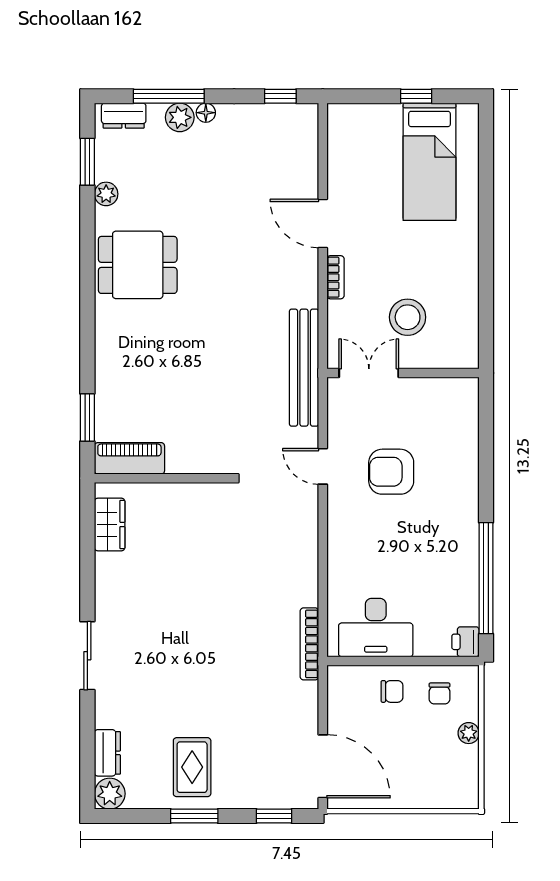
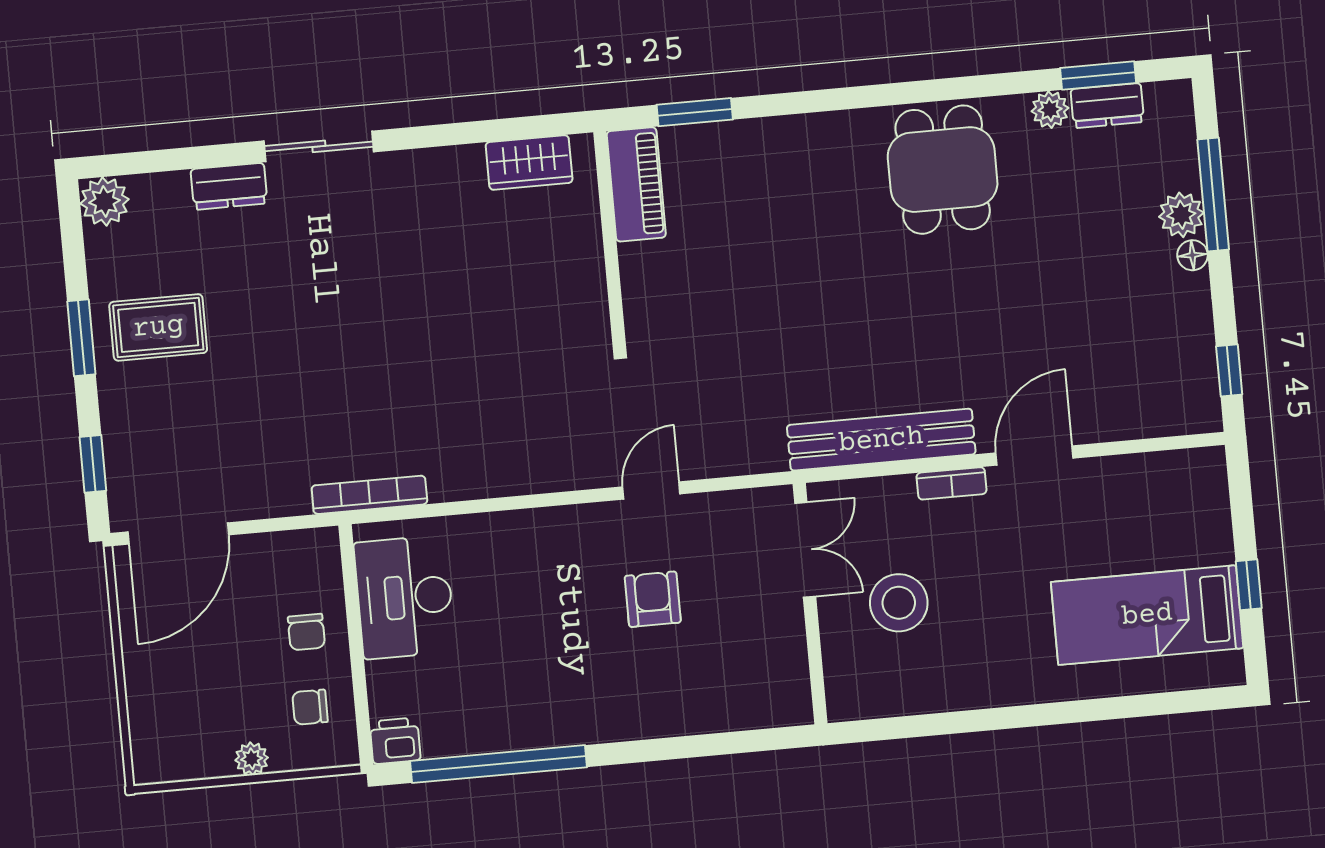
dresser: (124, 116) -> (1107, 106), moved, turned -90
bench: (304, 368) -> (881, 440), moved
armchair: (391, 472) -> (653, 599), width x0.72, depth x0.72
dresser: (107, 753) -> (229, 186), moved

